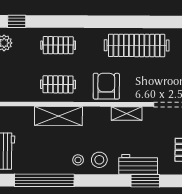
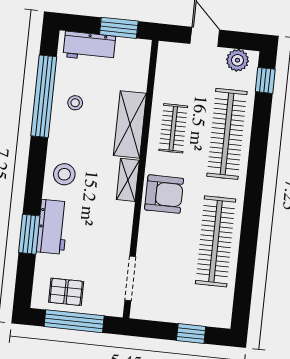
clothes rail: (58, 45) -> (227, 134), width x1.86, depth x1.31
shelving: (127, 114) -> (128, 180), moved
stool: (78, 160) -> (75, 103), moved

